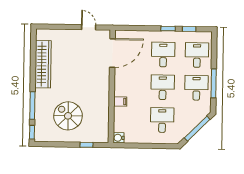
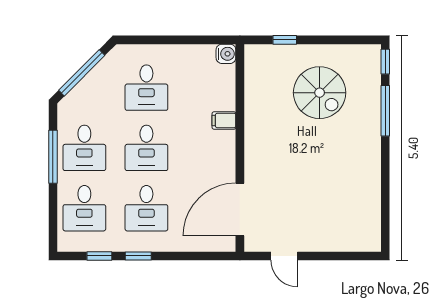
wardrobe: (43, 64) -> (367, 187), removed

